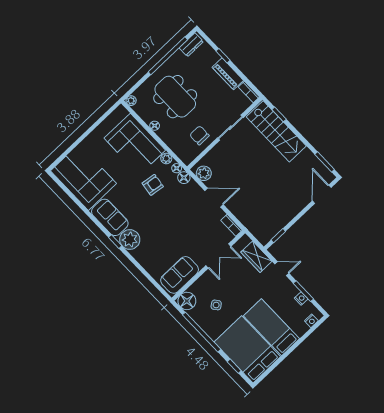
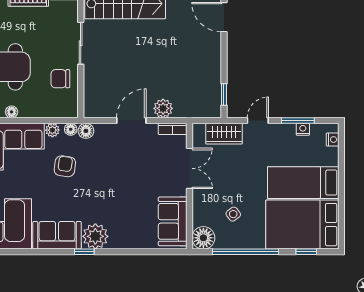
plant: (204, 173) -> (163, 108), moved

